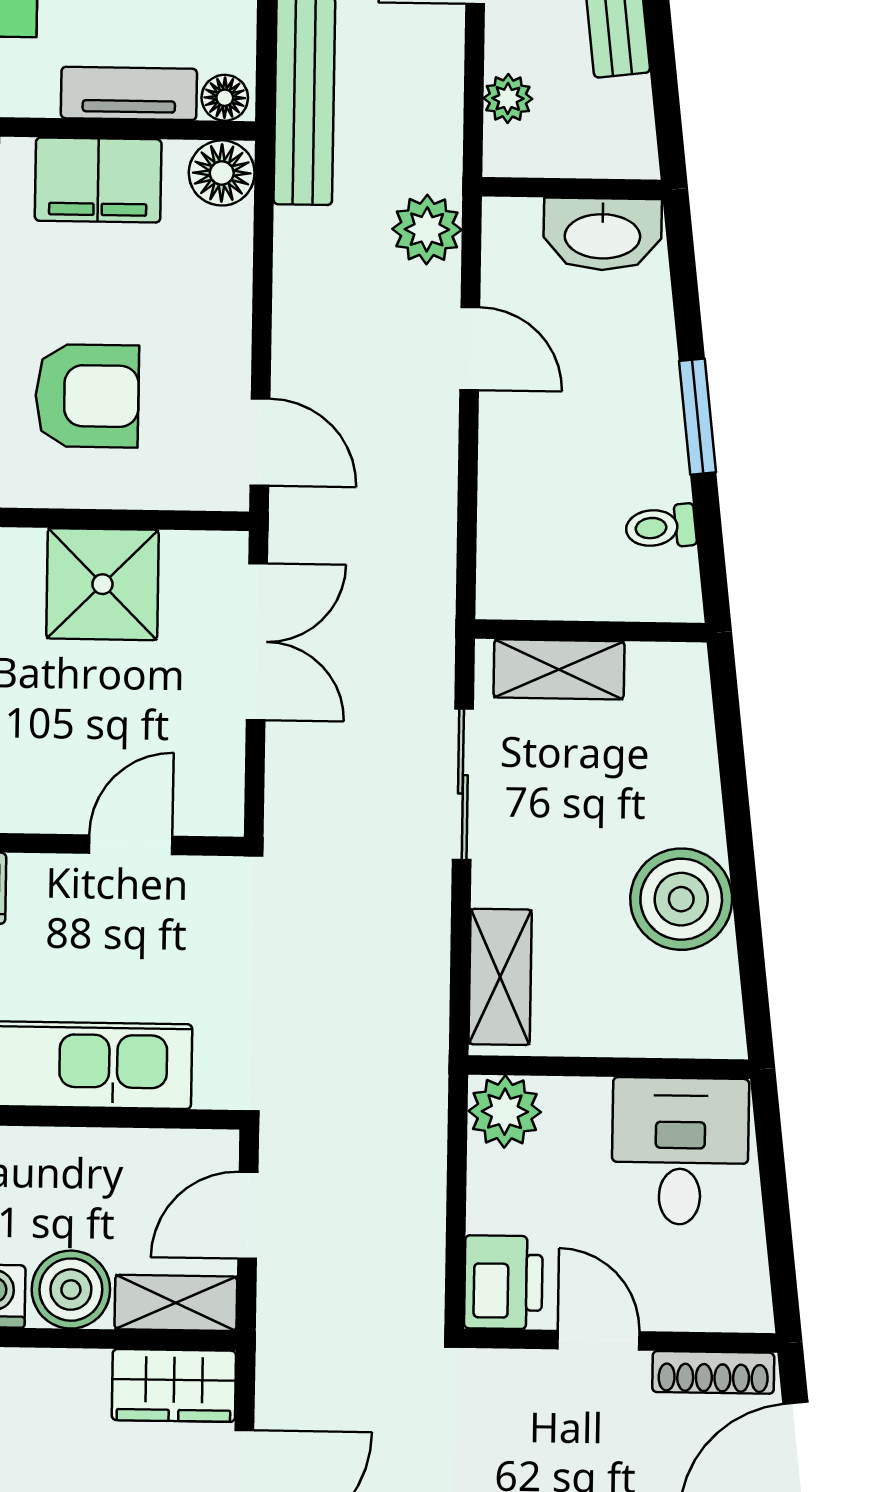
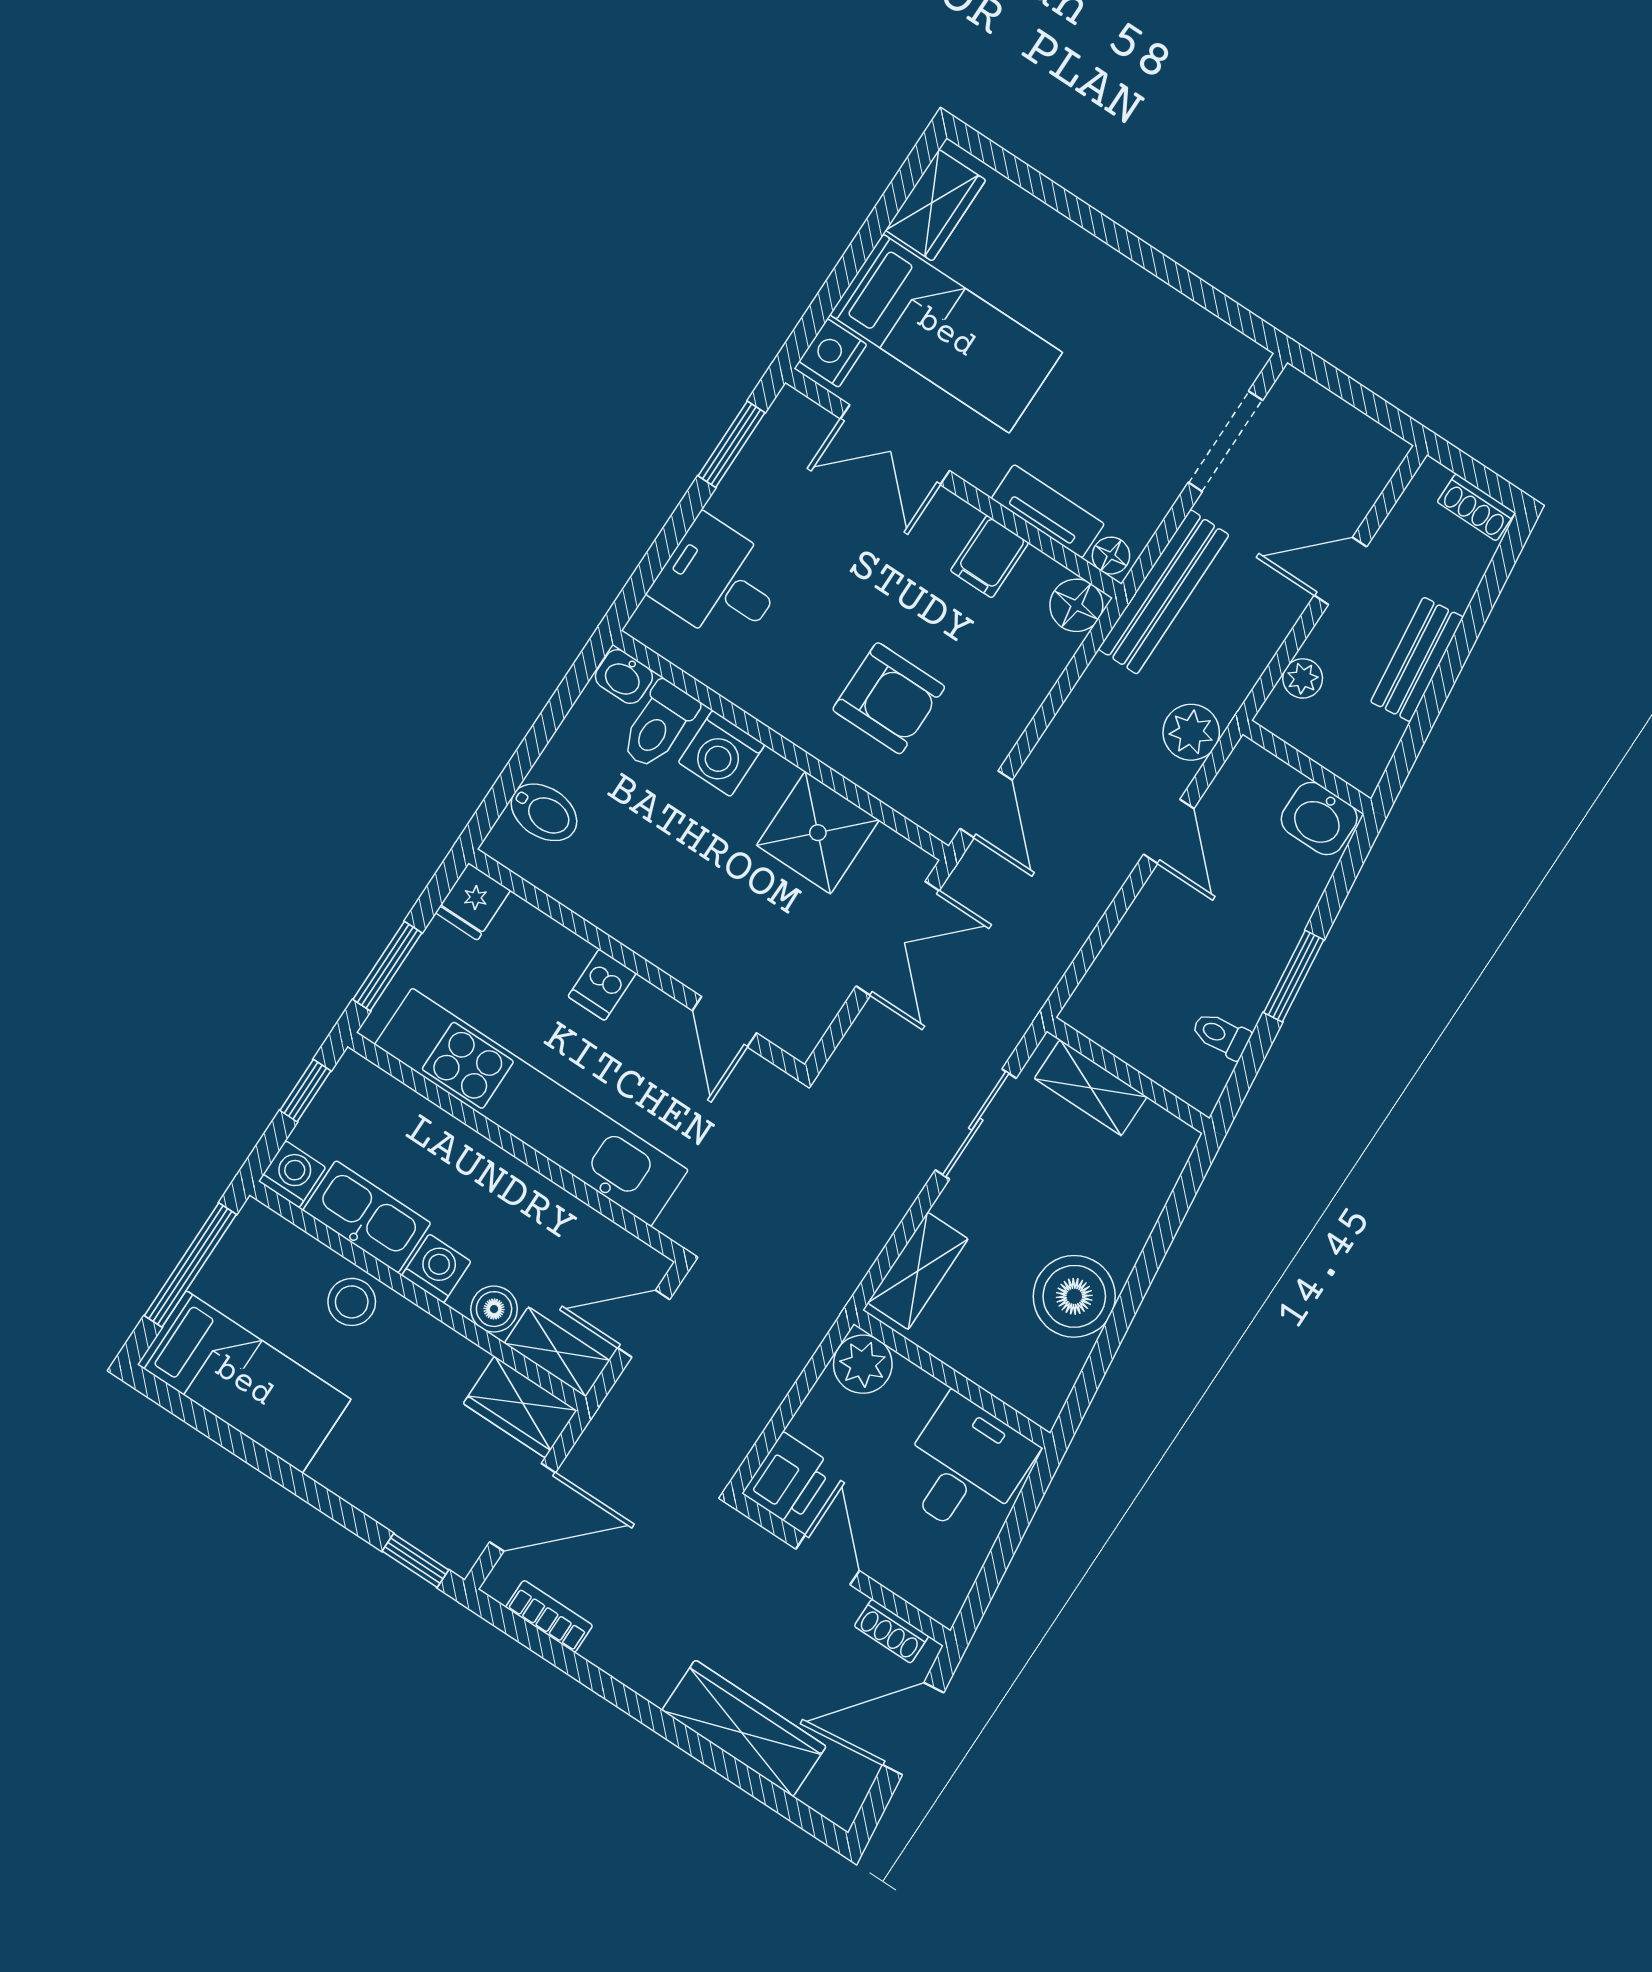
filing cabinet: (98, 180) -> (989, 557), width x0.50
washbasin: (602, 234) -> (1319, 819), width x0.72
door: (131, 845) -> (724, 1022), swing flipped
boiler: (71, 1290) -> (494, 1309), width x0.73, depth x0.73
shoe rack: (713, 1372) -> (891, 1631), width x0.70

